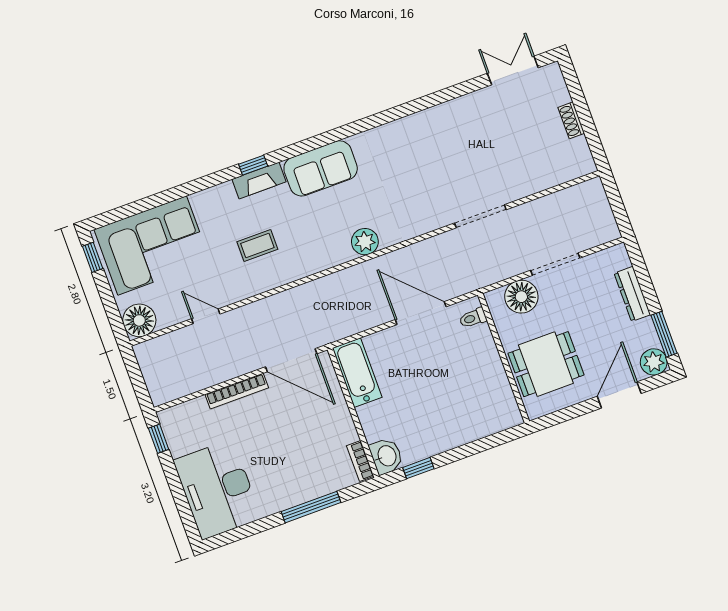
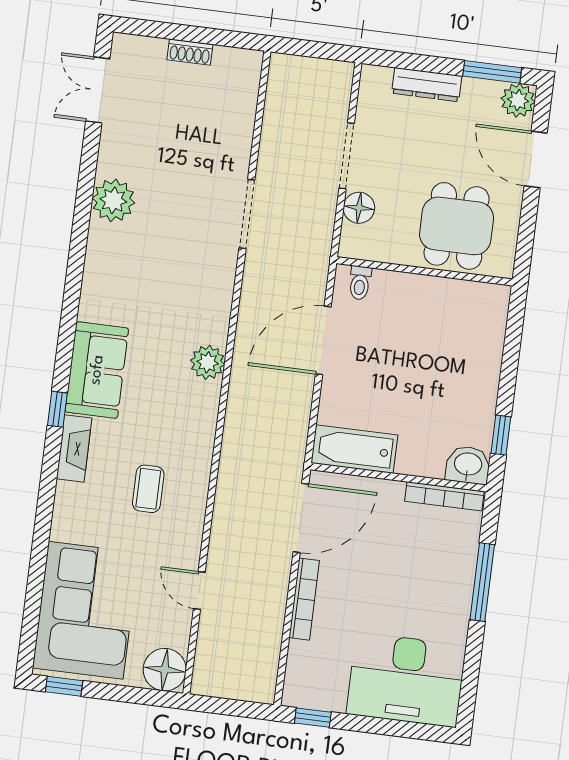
plant: (443, 120) -> (113, 200), added
window: (253, 165) -> (57, 409), moved
floor lamp: (521, 297) -> (359, 208), width x0.73, depth x0.73
door: (206, 316) -> (199, 590), hinge flipped
bookcase: (360, 461) -> (444, 496), width x1.56

